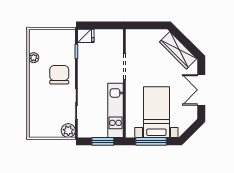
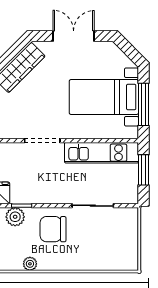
double door: (201, 90) -> (74, 36), swing flipped
plant: (68, 131) -> (15, 217), moved

